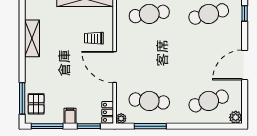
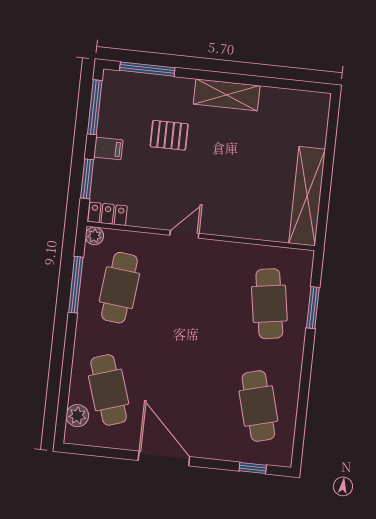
shelving: (32, 38) -> (227, 95), moved
trolley: (94, 38) -> (238, 204), removed
door: (115, 67) -> (184, 234), width x0.53
pallet: (36, 104) -> (169, 135), moved
plant: (236, 117) -> (77, 416), moved

